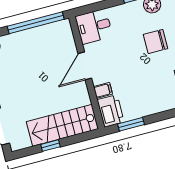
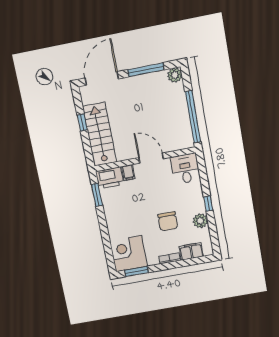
chair: (156, 41) -> (168, 221), turned 180

